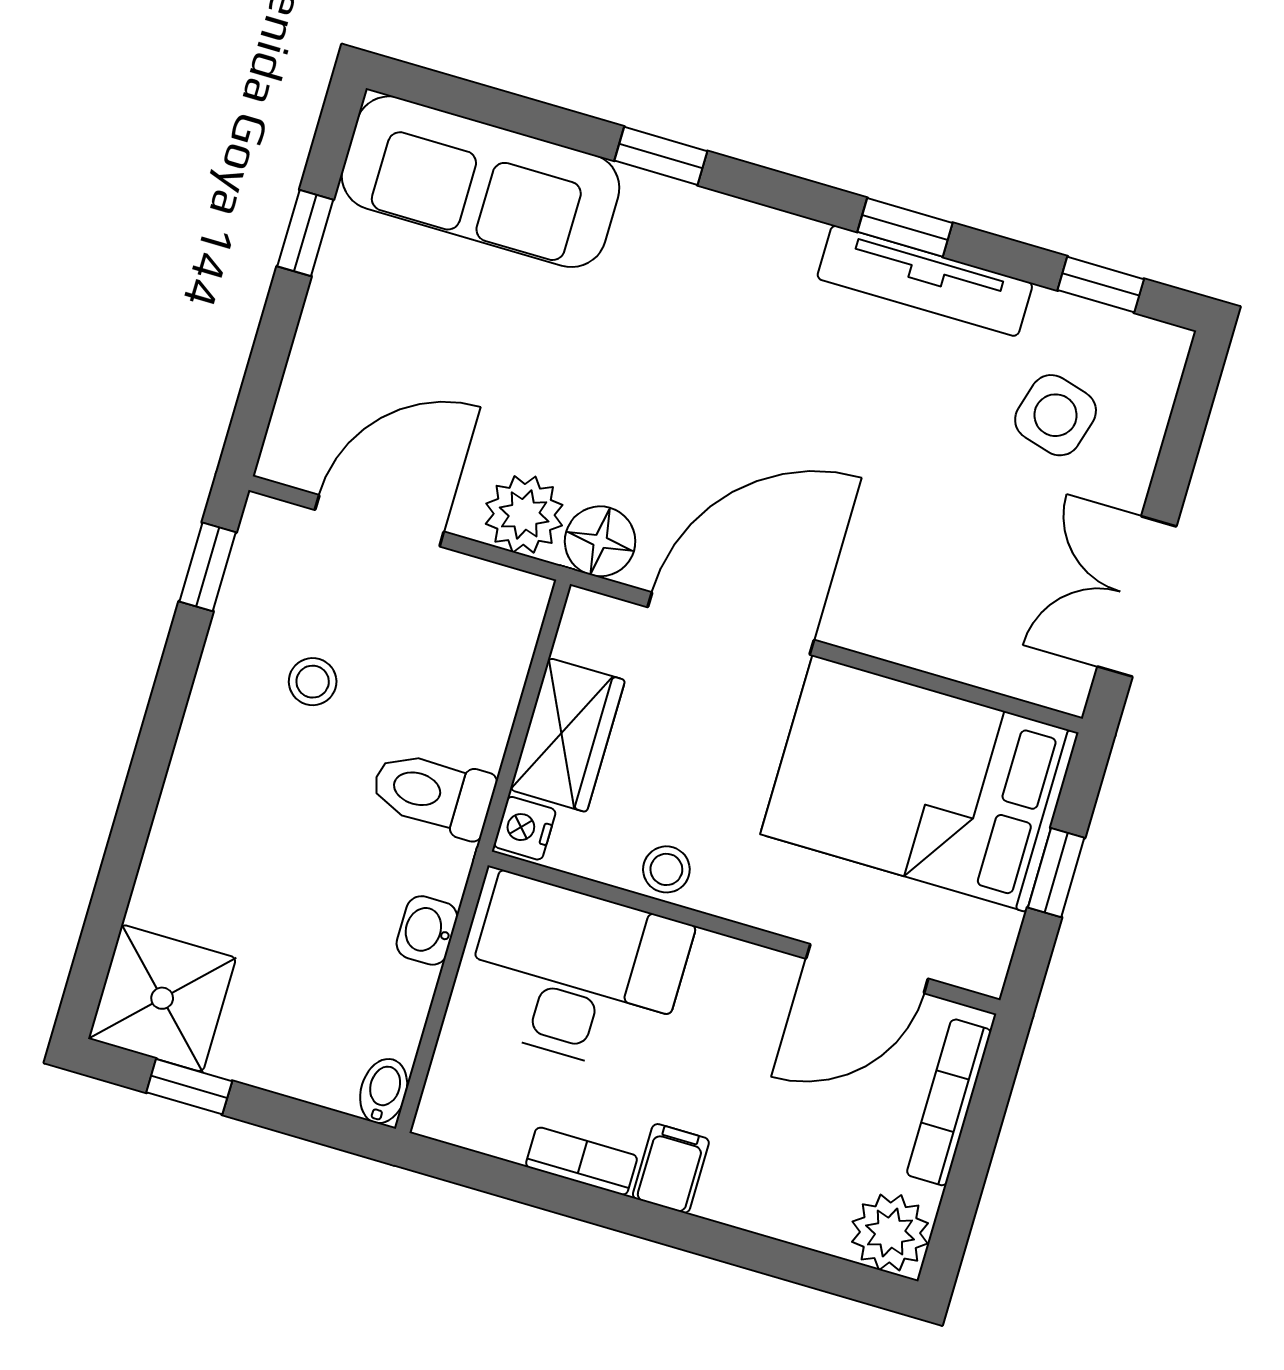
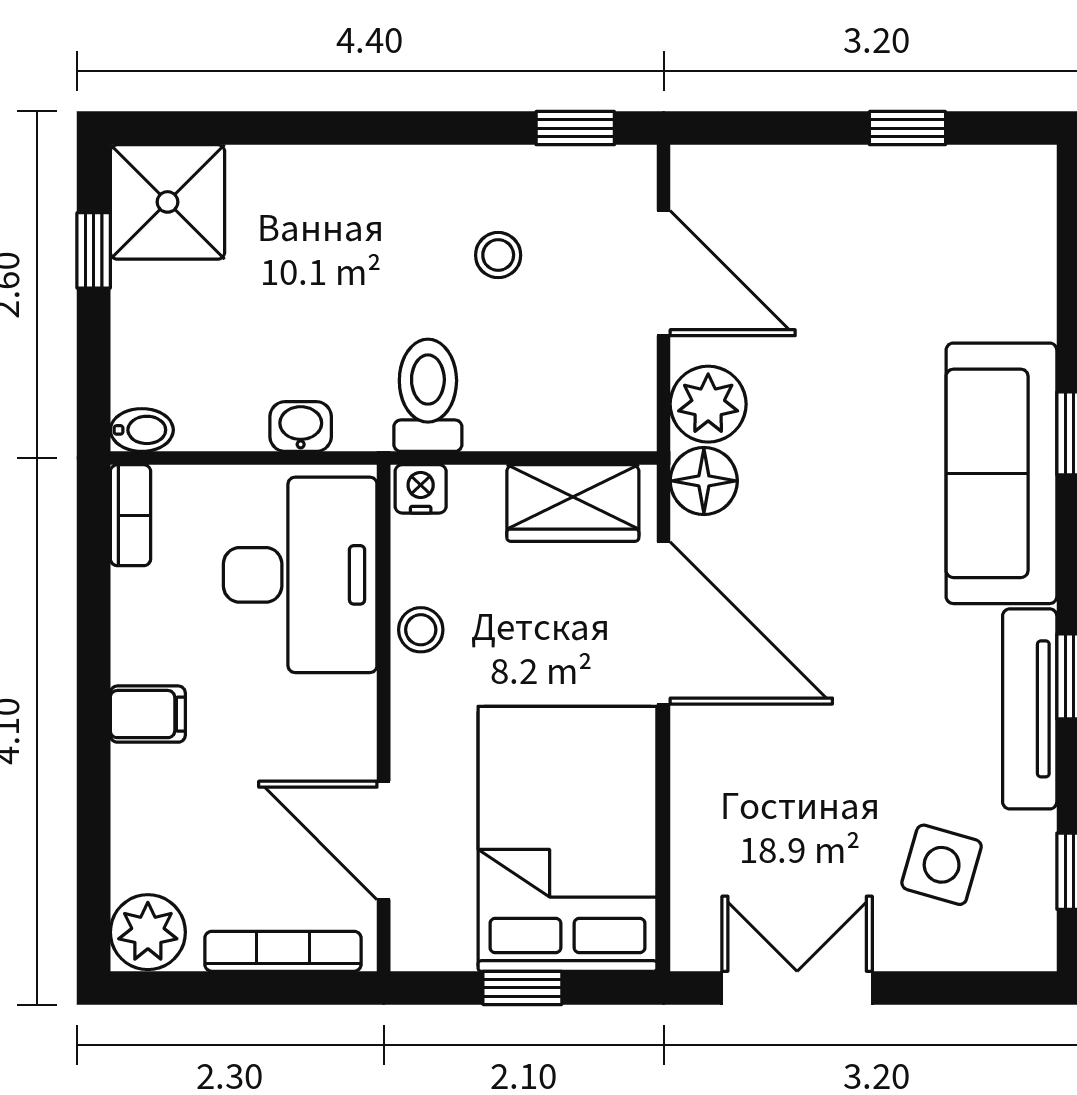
sofa: (481, 182) -> (1001, 473), moved
wardrobe: (567, 735) -> (573, 503), moved
bookcase: (581, 1161) -> (131, 515), moved

